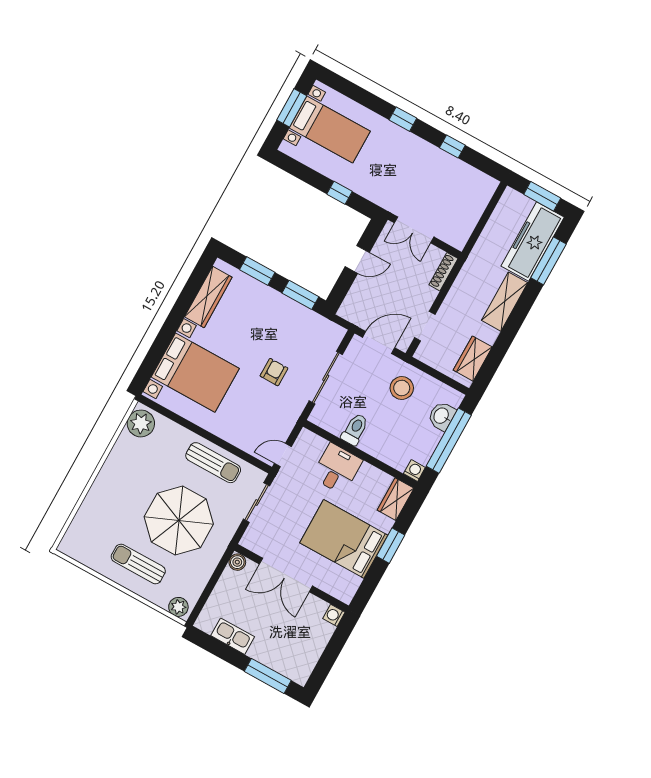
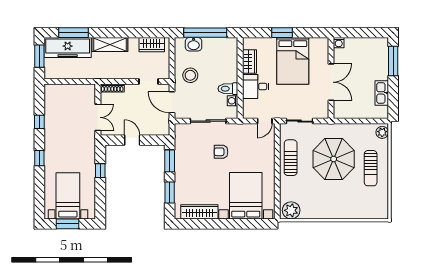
door: (283, 455) -> (265, 121), hinge flipped
washing machine: (414, 471) -> (233, 101), moved
wardrobe: (396, 499) -> (249, 61), moved, turned -90
boiler: (237, 562) -> (339, 113), removed

